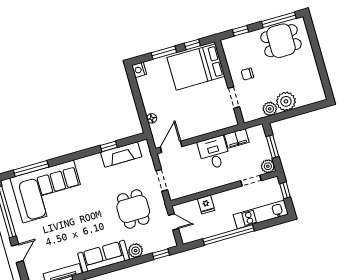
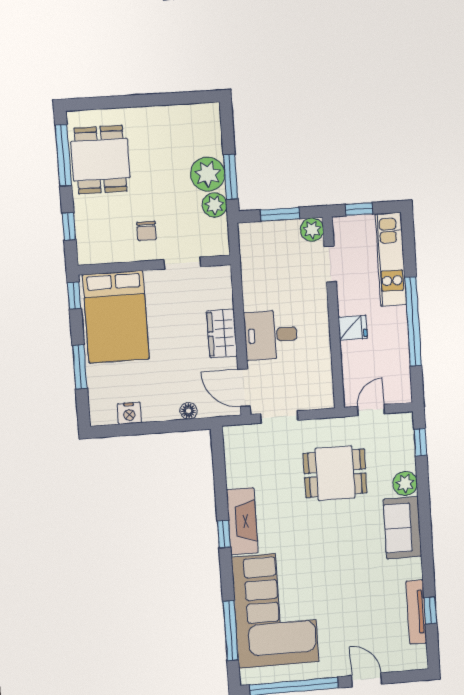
window: (192, 45) -> (74, 295), moved
nightstand: (139, 70) -> (129, 413), moved
window: (287, 114) -> (231, 177), added
wardrobe: (199, 128) -> (222, 333), added
filing cabinet: (237, 138) -> (253, 273), removed
window: (109, 146) -> (224, 534), moved
desk: (214, 153) -> (271, 335), moved
fireplace: (121, 155) -> (242, 521), moved
doorway: (162, 180) -> (279, 417), moved
fridge: (206, 205) -> (353, 328), moved
sofa: (104, 256) -> (402, 528), width x0.73

